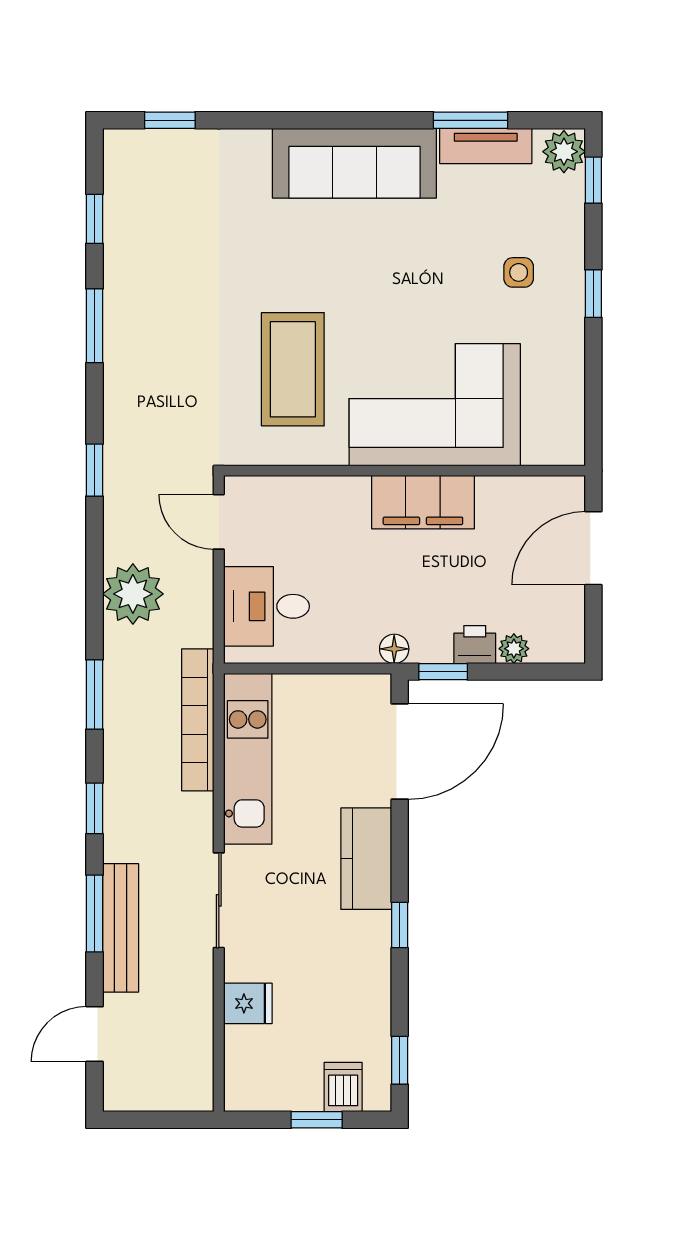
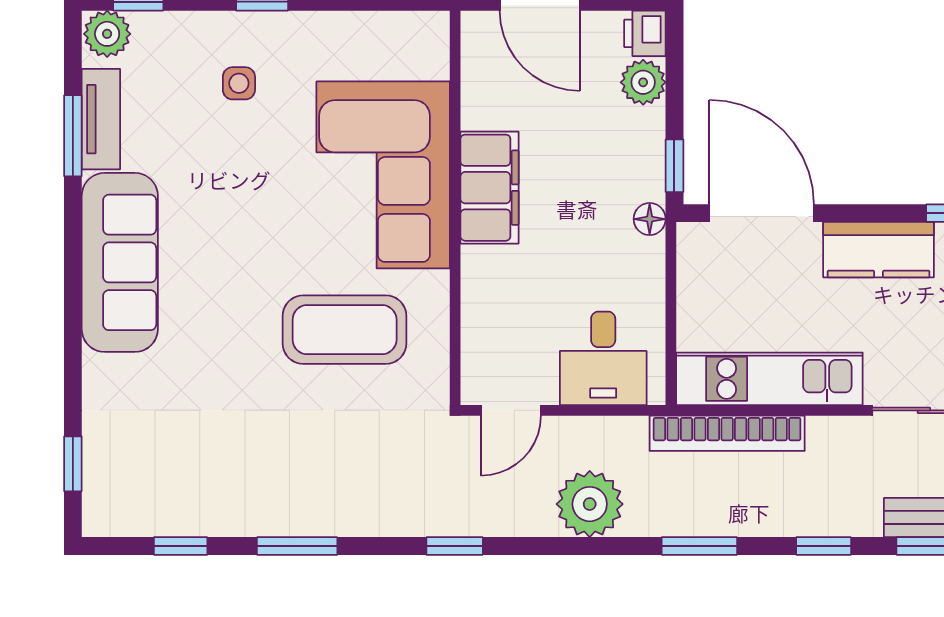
printer: (475, 645) -> (645, 33), moved
plant: (514, 649) -> (643, 82), width x1.38, depth x1.38

